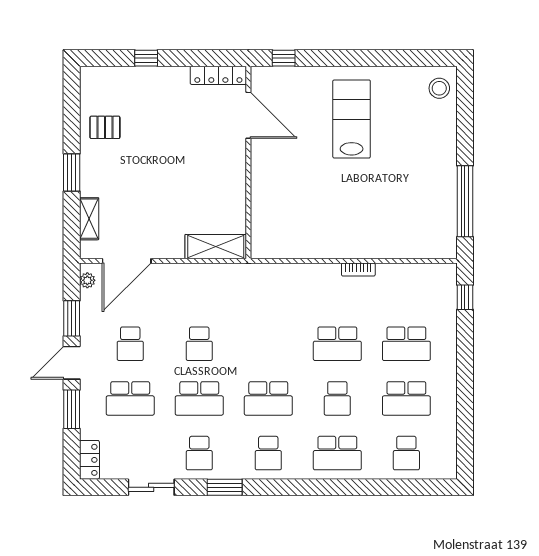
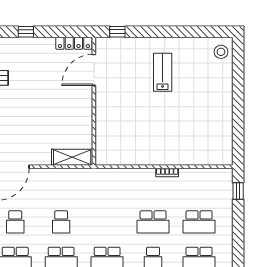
door: (248, 115) -> (94, 70), swing flipped
lab bench: (352, 119) -> (163, 72), width x0.73, depth x0.72
window: (465, 201) -> (238, 127), removed

